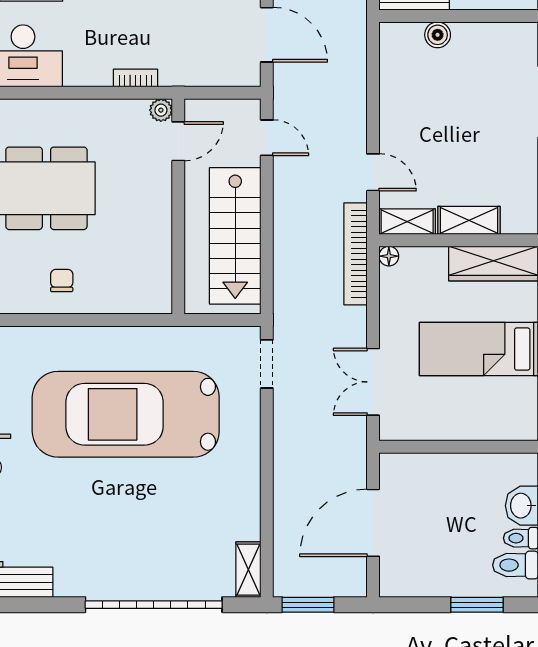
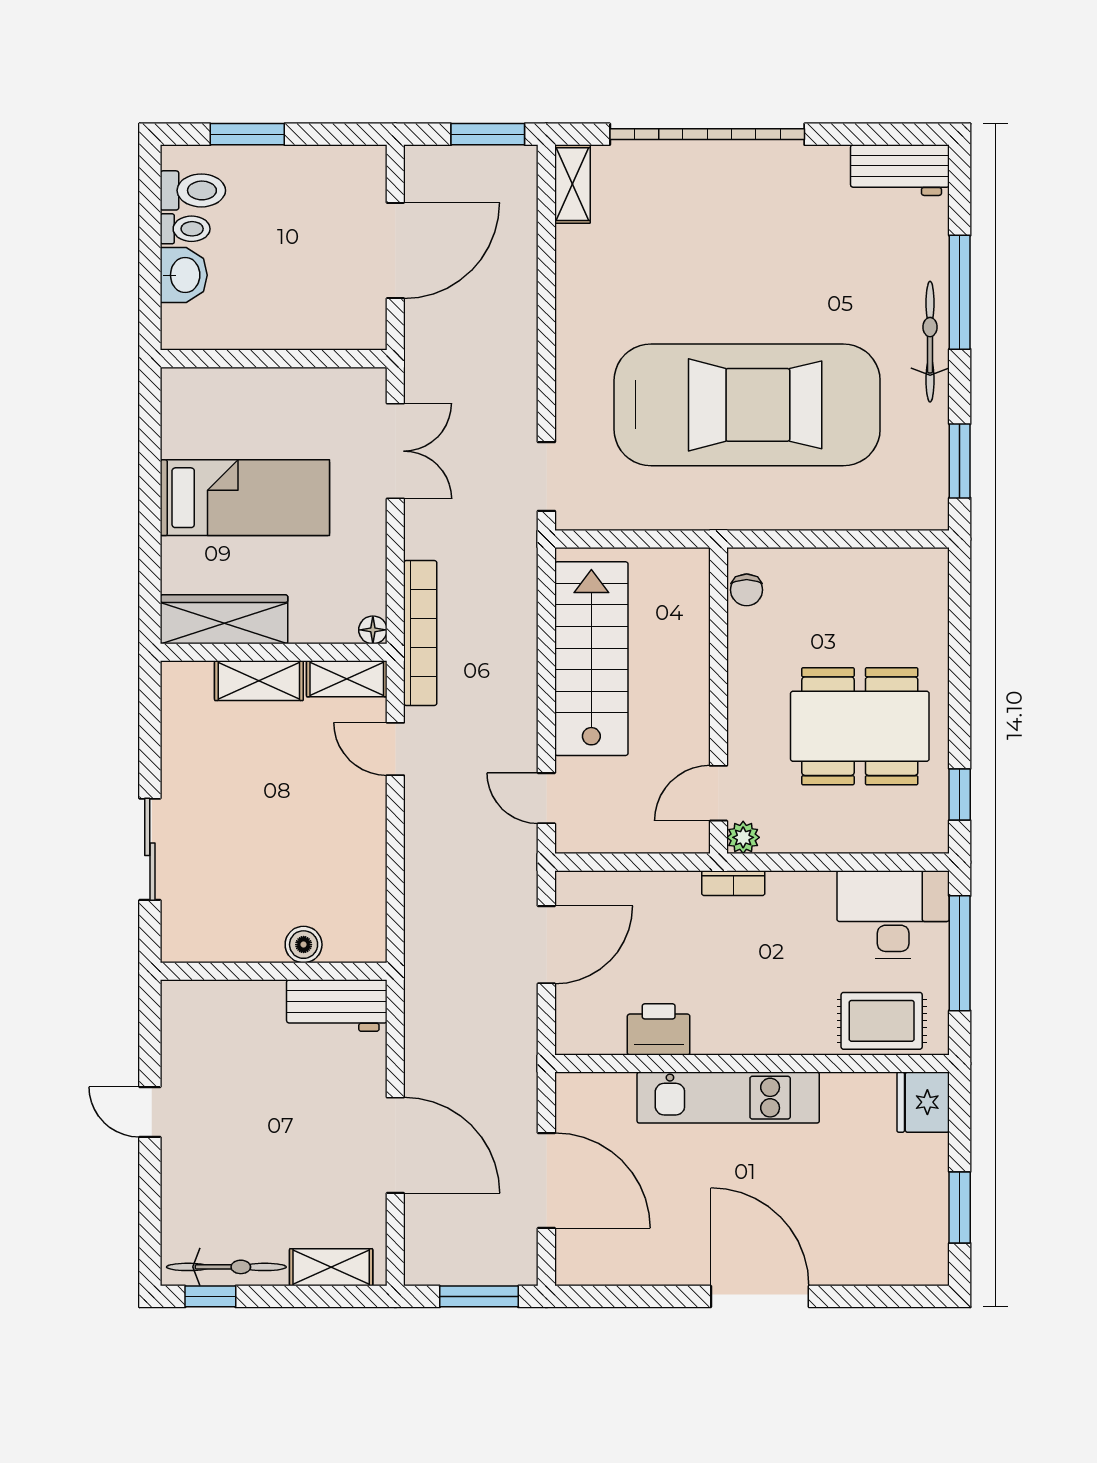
door: (267, 35) -> (546, 945), swing flipped
plant: (161, 110) -> (743, 837), moved
door: (178, 141) -> (718, 793), moved
wall: (178, 206) -> (718, 701), moved
chair: (62, 280) -> (747, 590), moved

